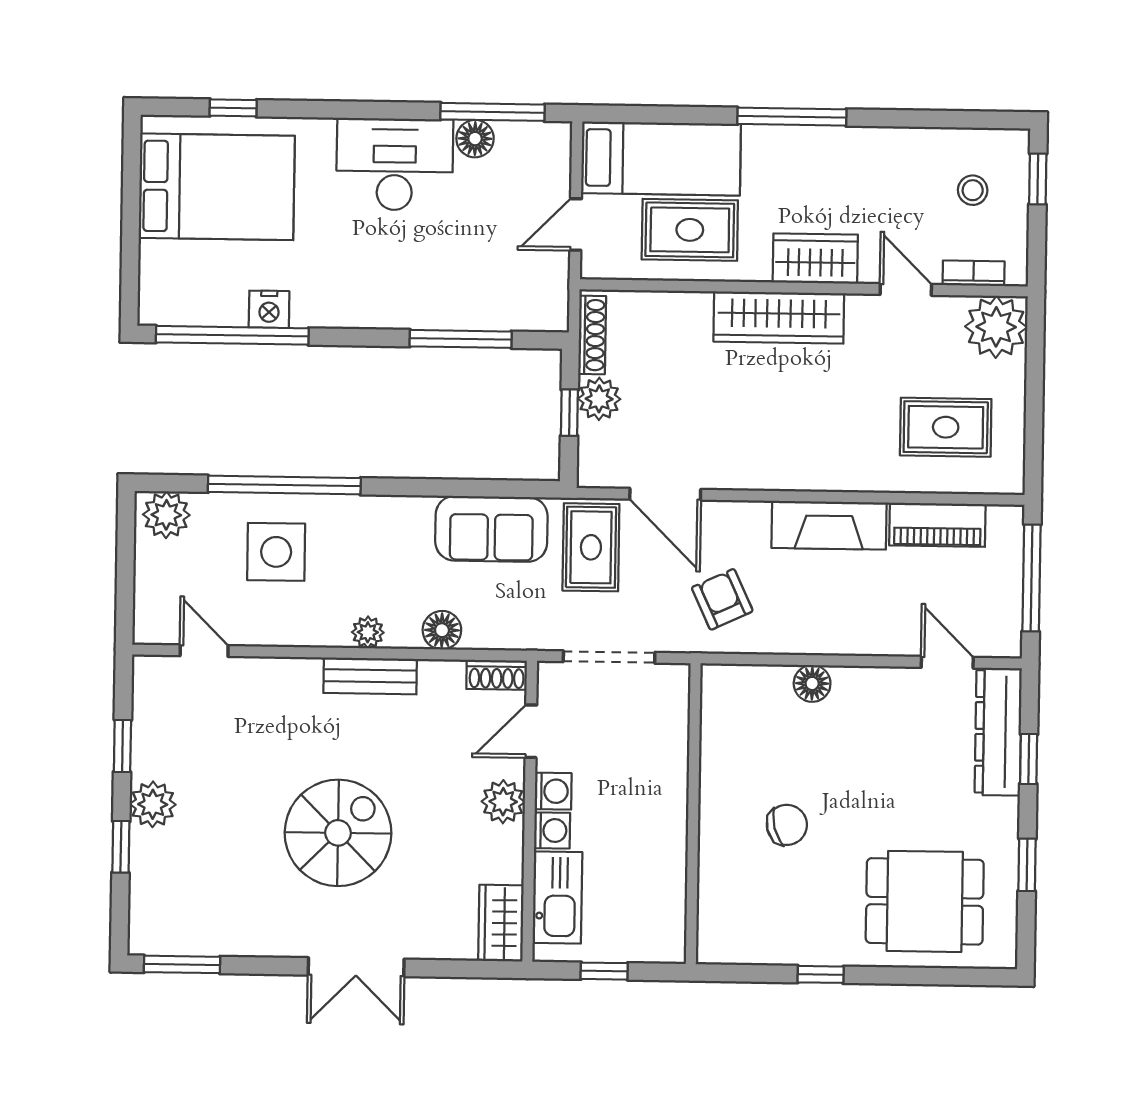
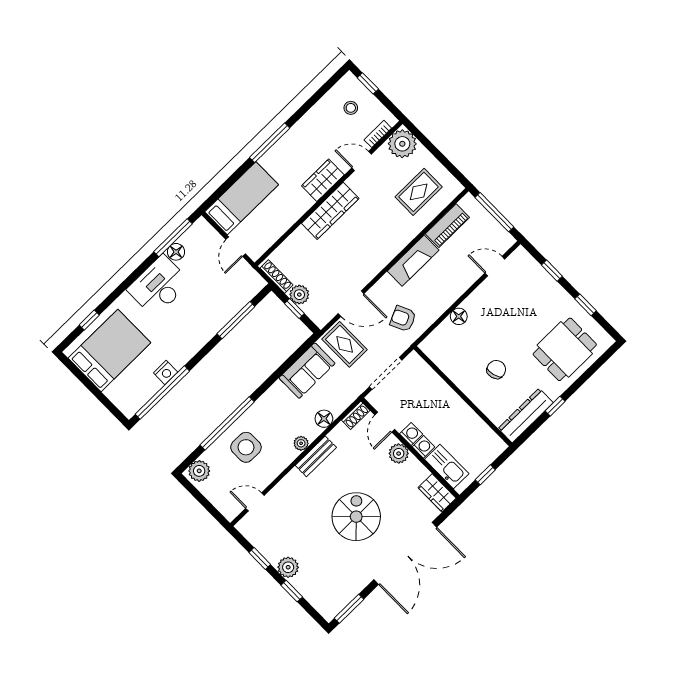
rug: (690, 230) -> (274, 212), removed
dresser: (998, 732) -> (526, 416), moved, turned 90
double door: (356, 967) -> (405, 553), width x1.87

